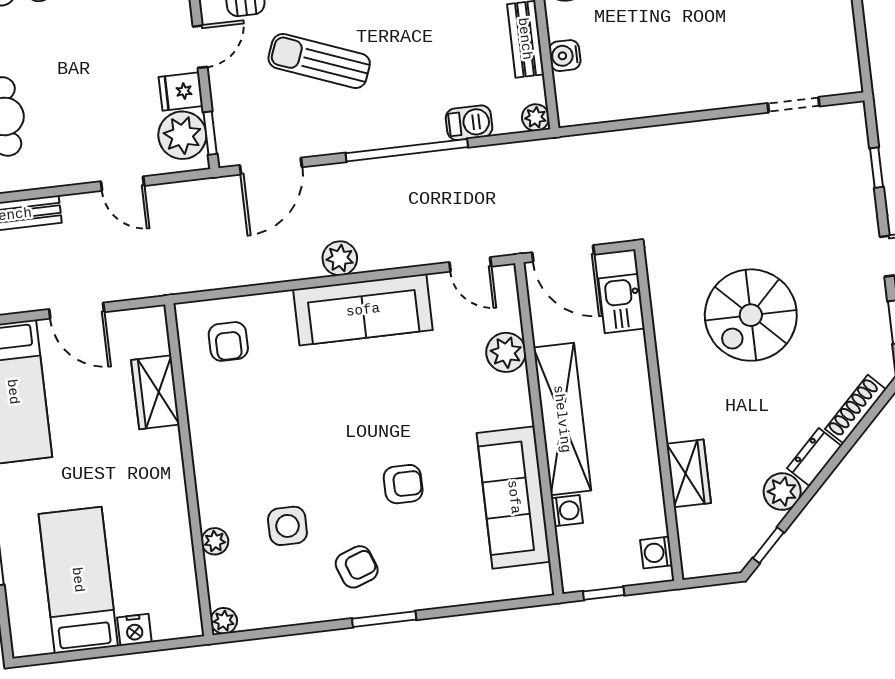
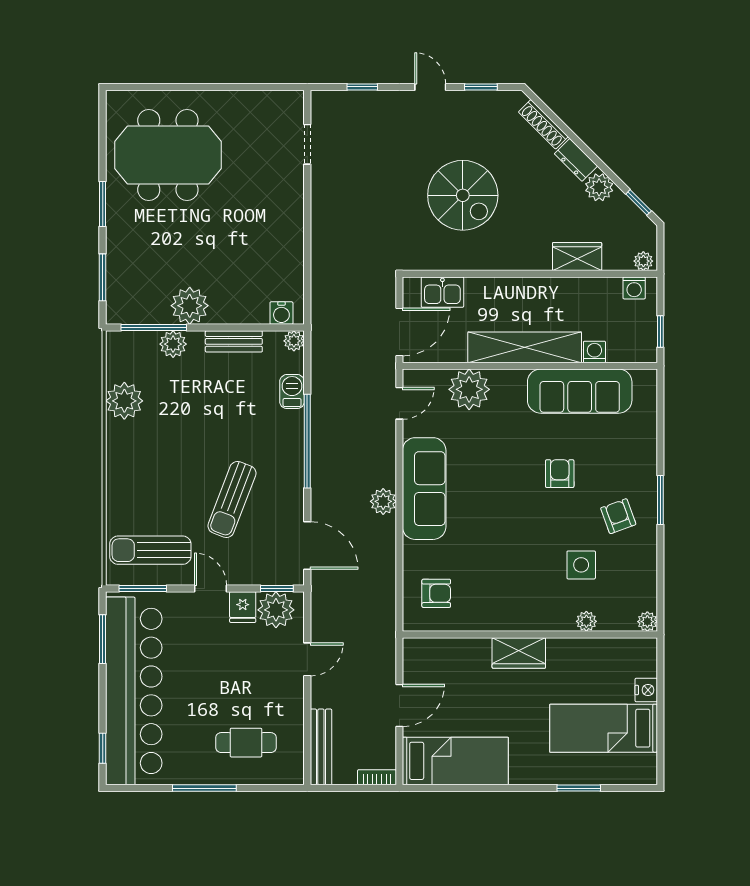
water cooler: (565, 56) -> (281, 313), moved
plant: (506, 352) -> (469, 389), width x1.36, depth x1.36
wardrobe: (155, 392) -> (519, 653), moved
plant: (693, 560) -> (643, 261), added

